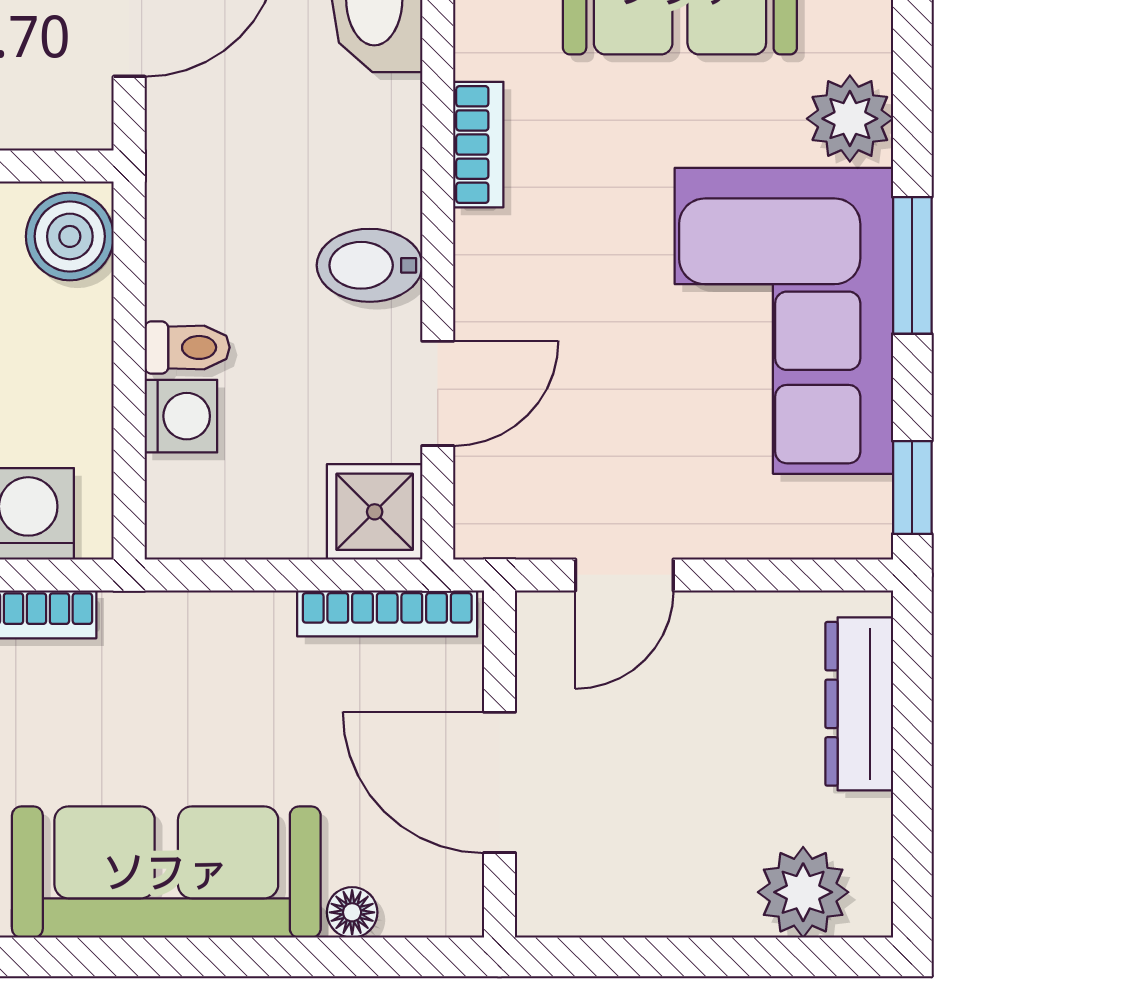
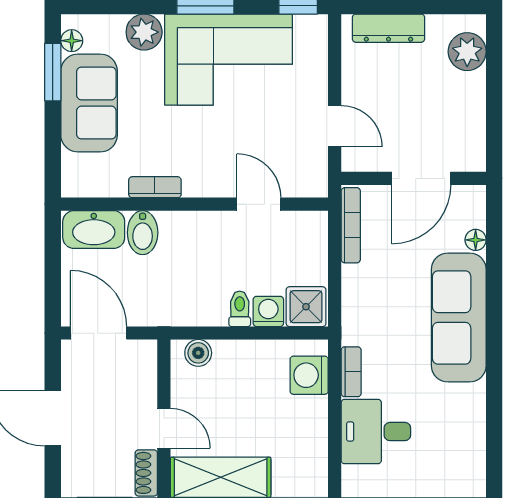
boiler: (70, 236) -> (198, 353), width x0.73, depth x0.73
bidet: (370, 265) -> (143, 233), moved
shower: (375, 512) -> (306, 307), moved

